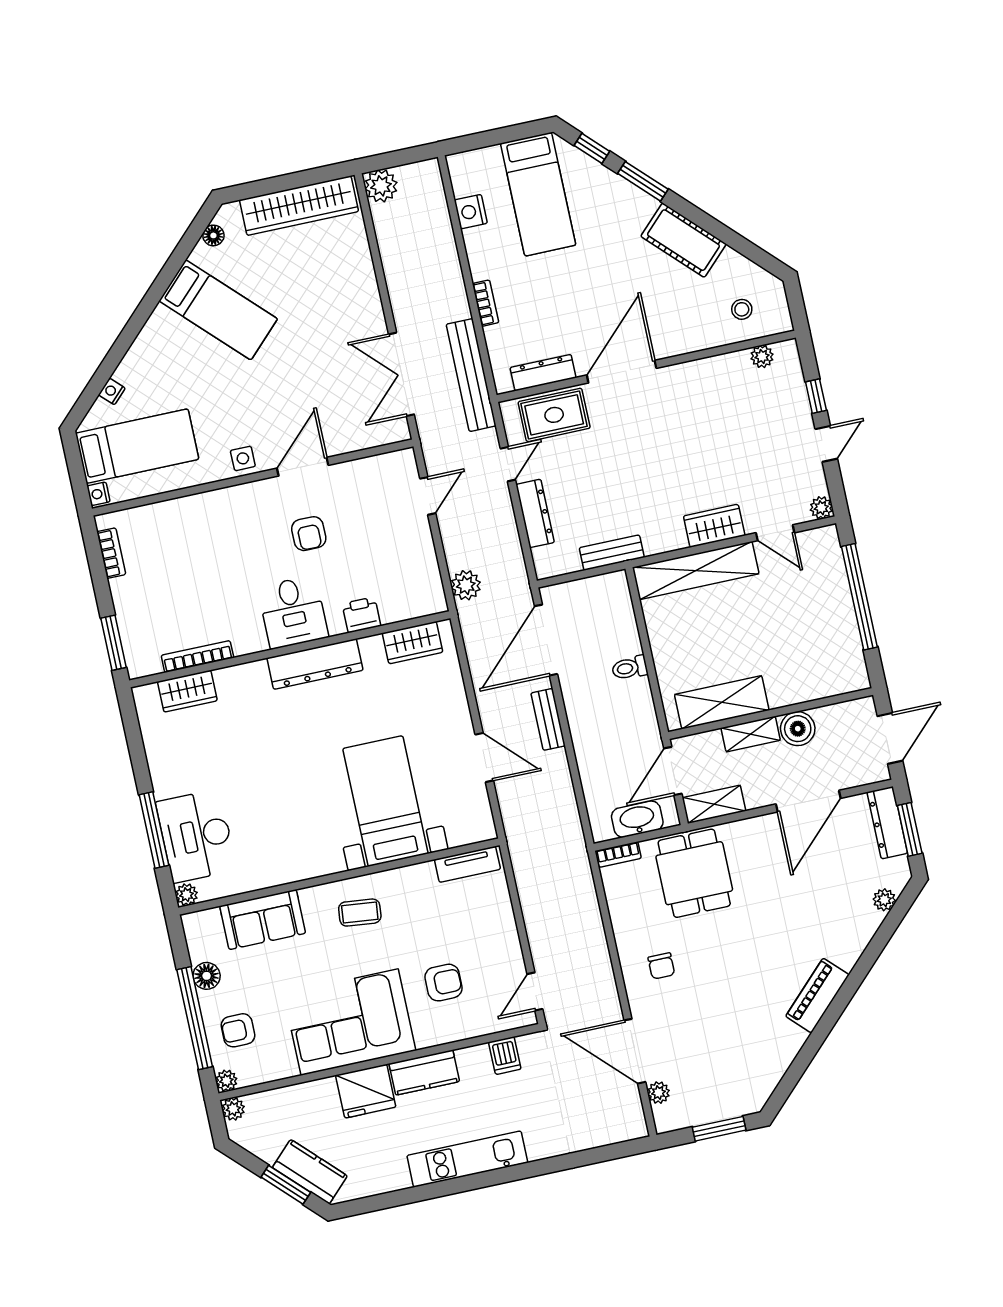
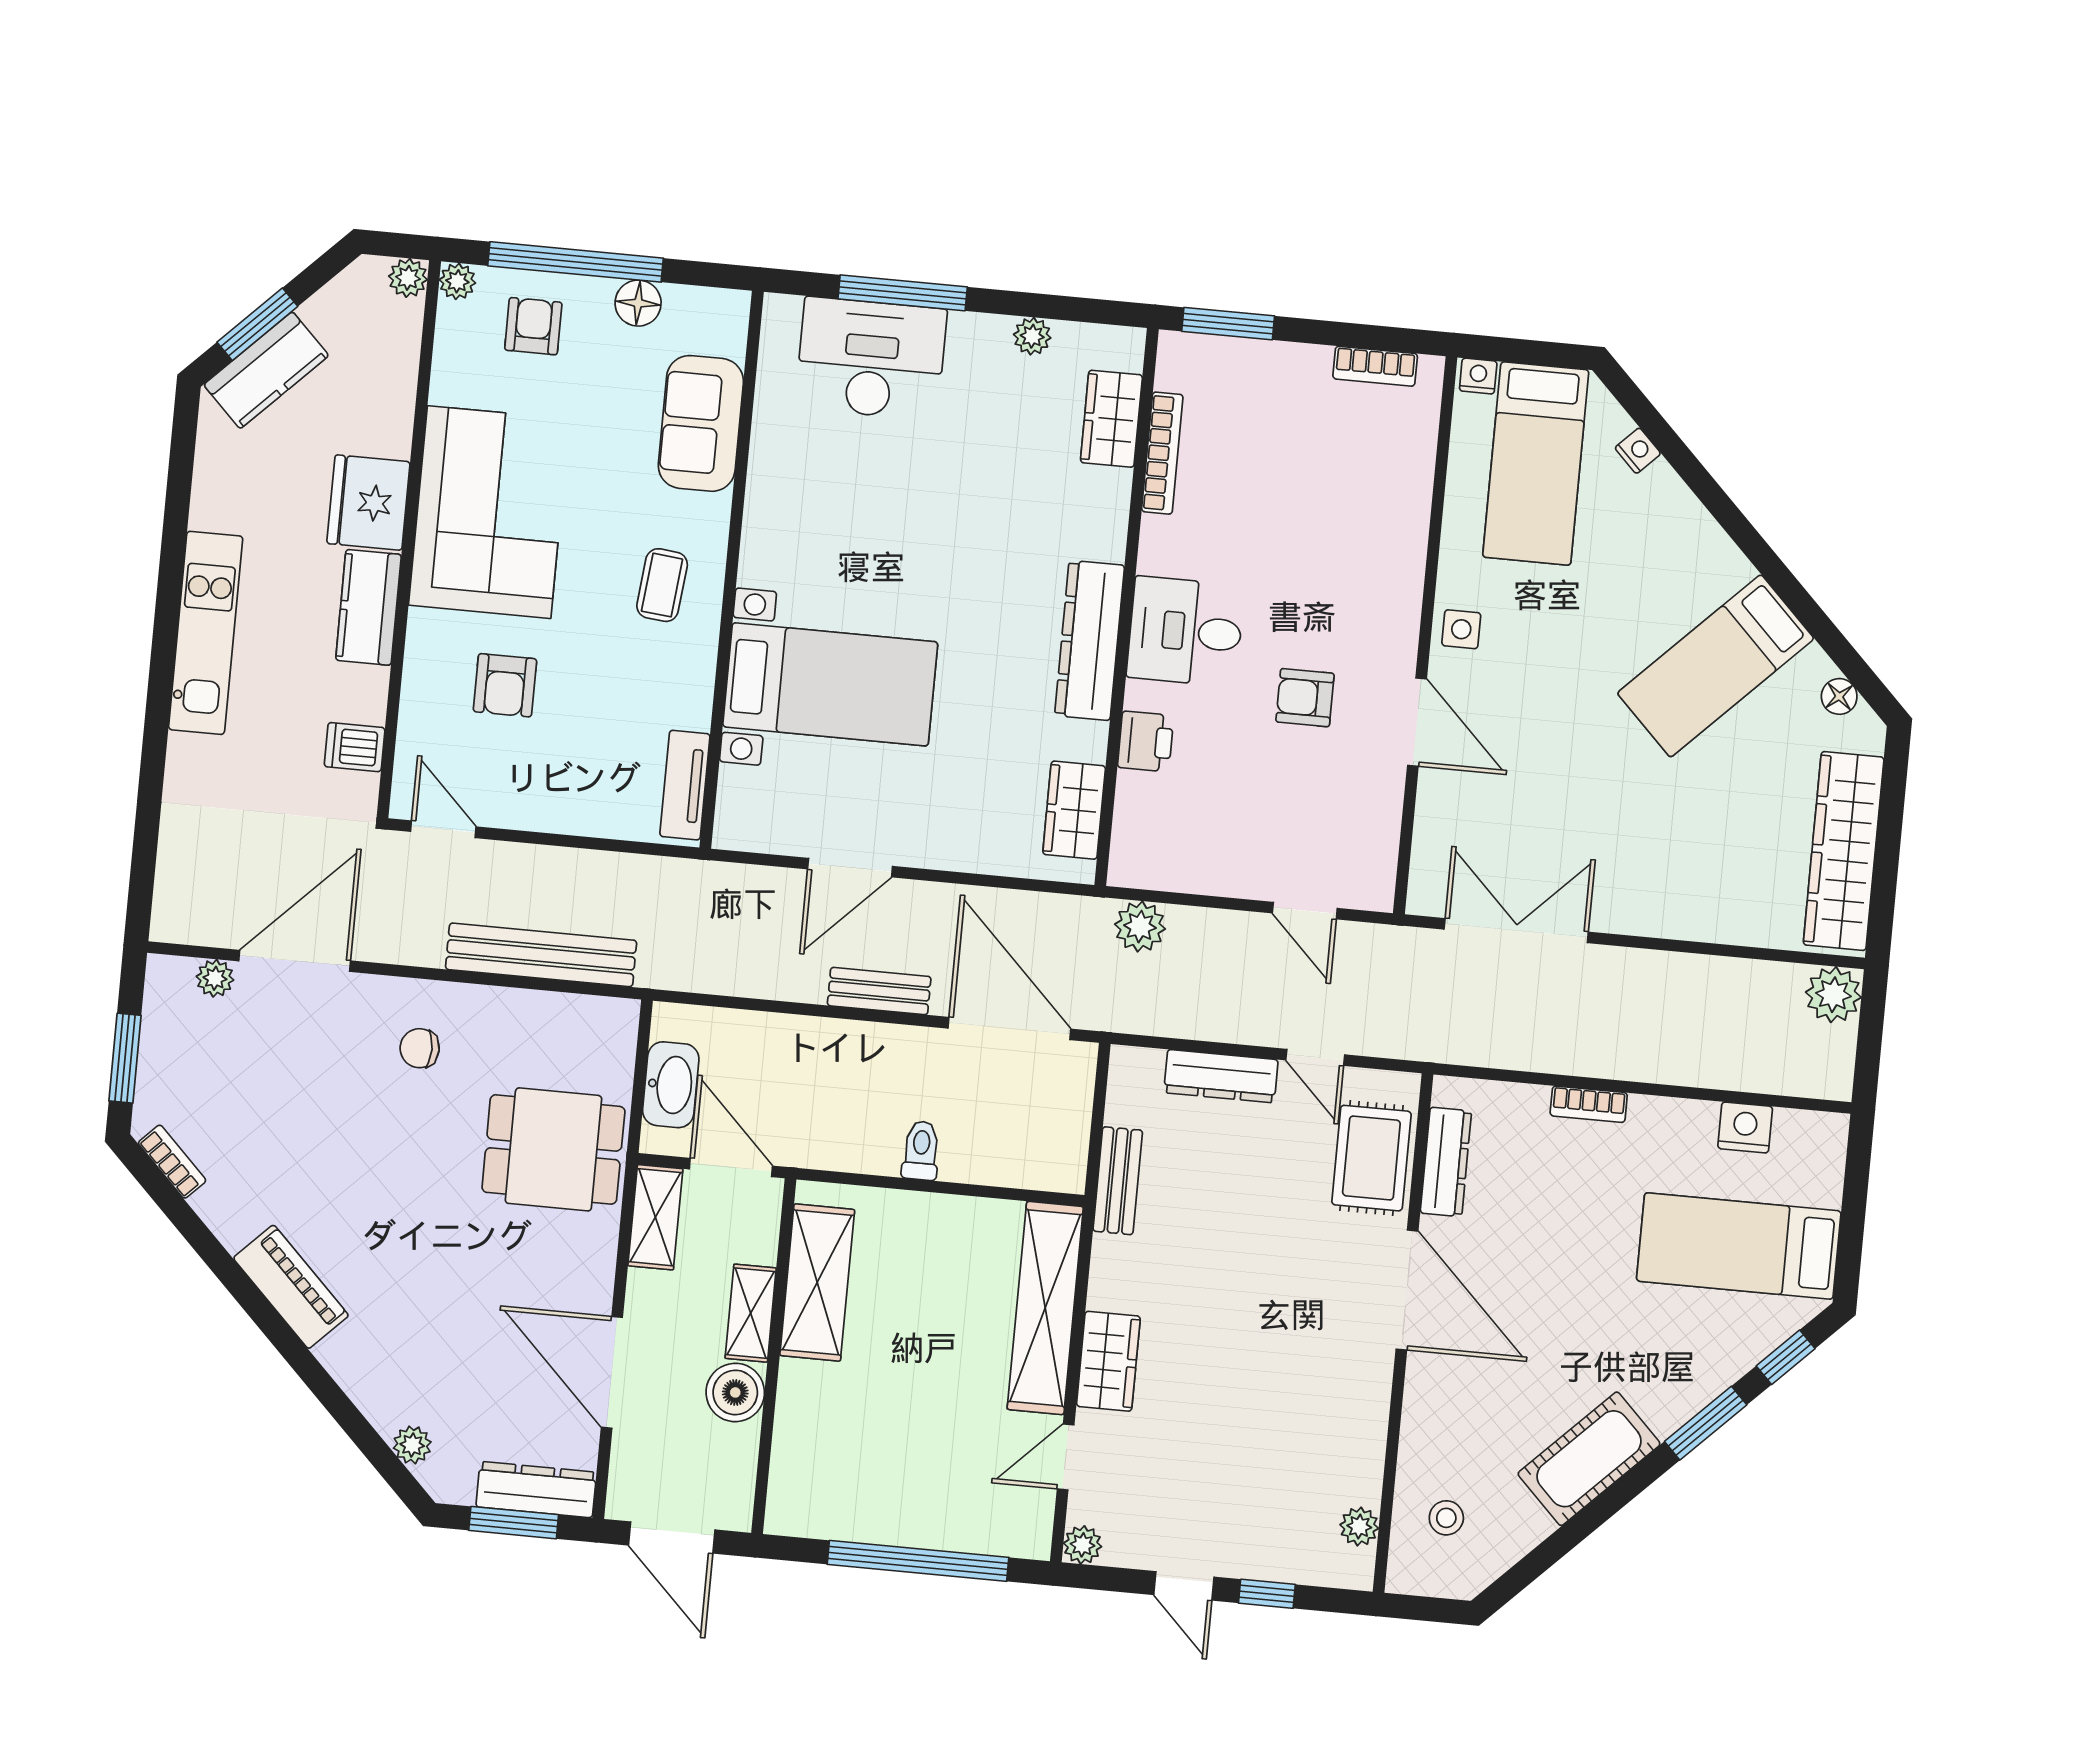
bench: (471, 375) -> (541, 955), moved
bookcase: (618, 855) -> (172, 1162), moved, turned 135
plant: (187, 895) -> (1032, 336), moved

